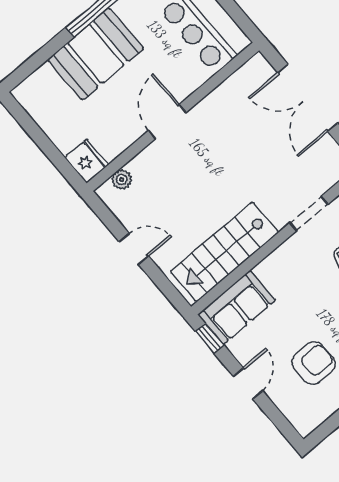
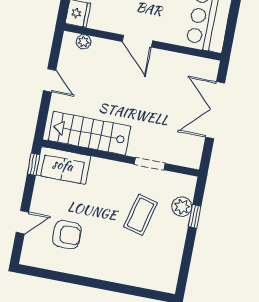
door: (167, 122) -> (137, 41), swing flipped
door: (248, 383) -> (22, 222), moved

